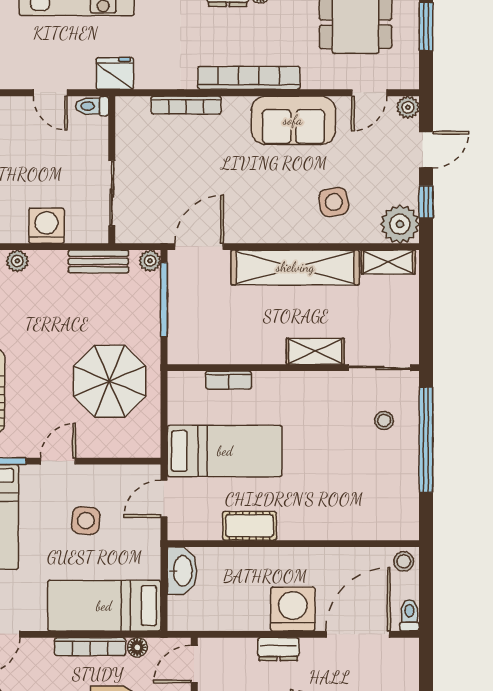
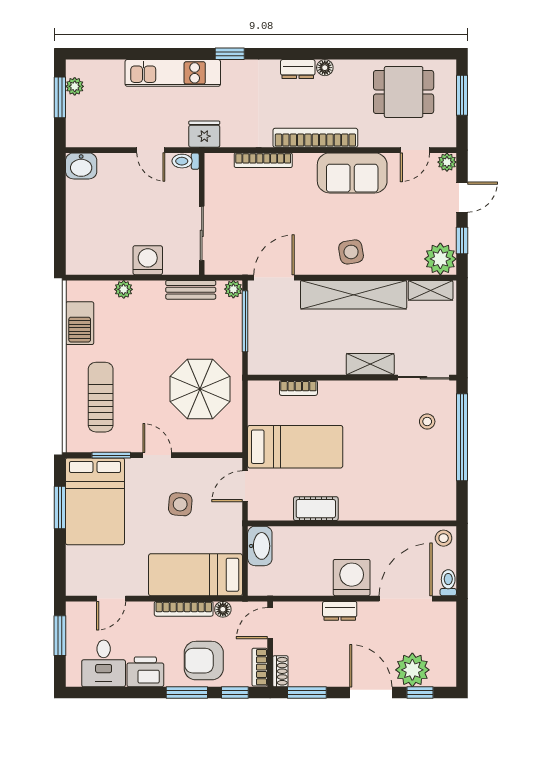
side table: (334, 202) -> (351, 252), moved
door: (58, 461) -> (157, 455), hinge flipped

